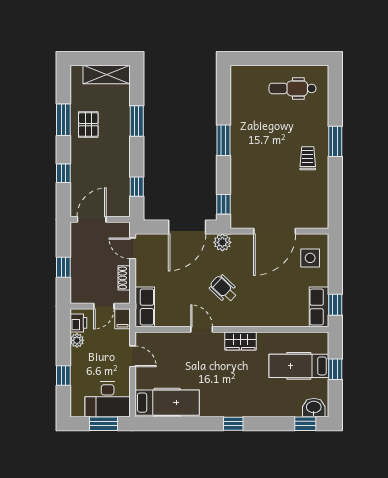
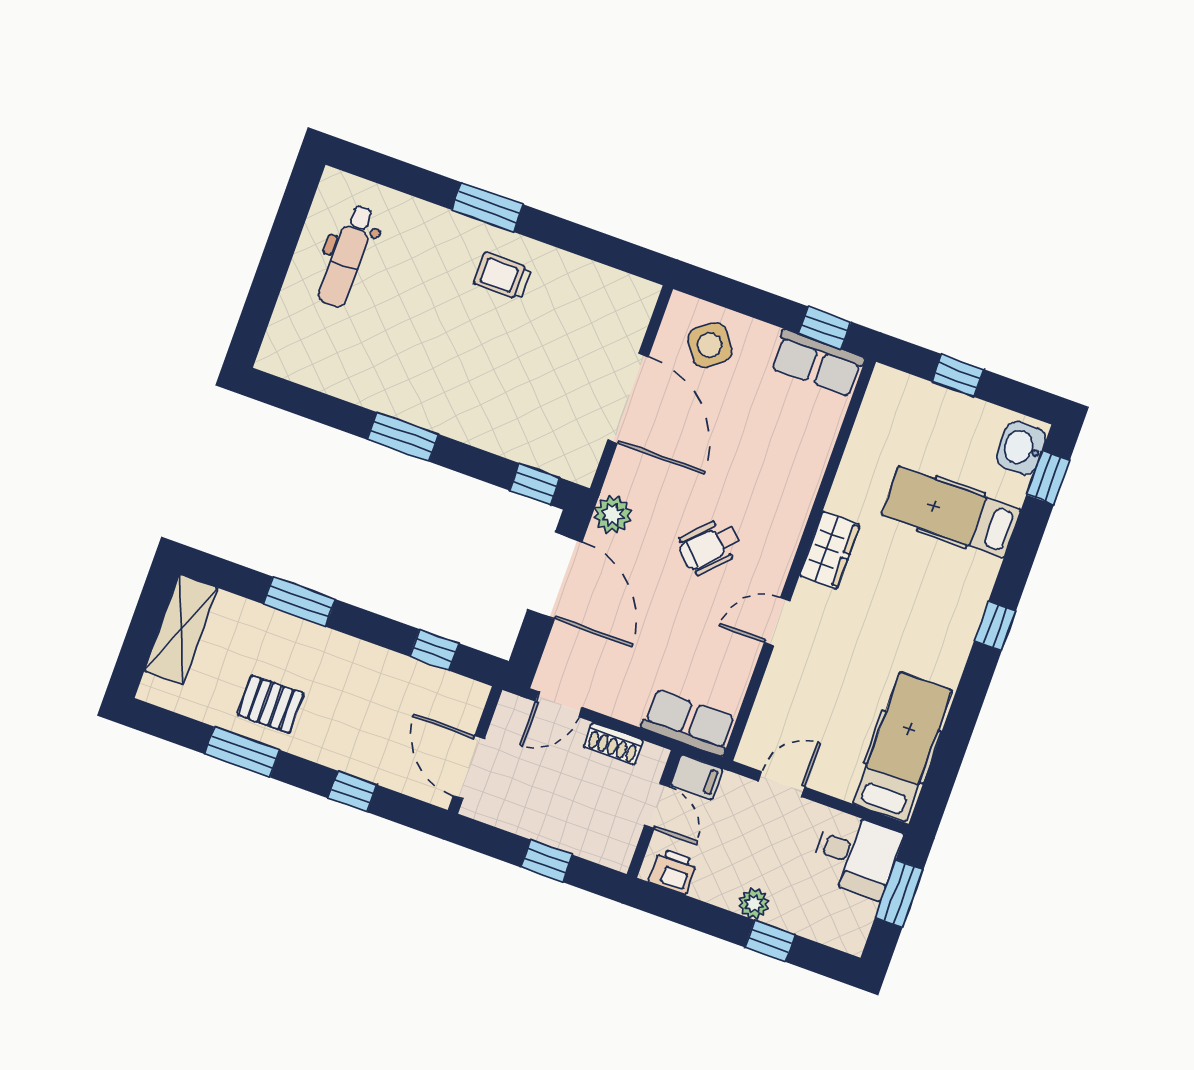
side table: (310, 258) -> (710, 345), turned -37
plant: (77, 340) -> (754, 904), moved
hospital bed: (299, 366) -> (951, 512), moved, turned 90
desk: (108, 399) -> (856, 855), width x0.73

